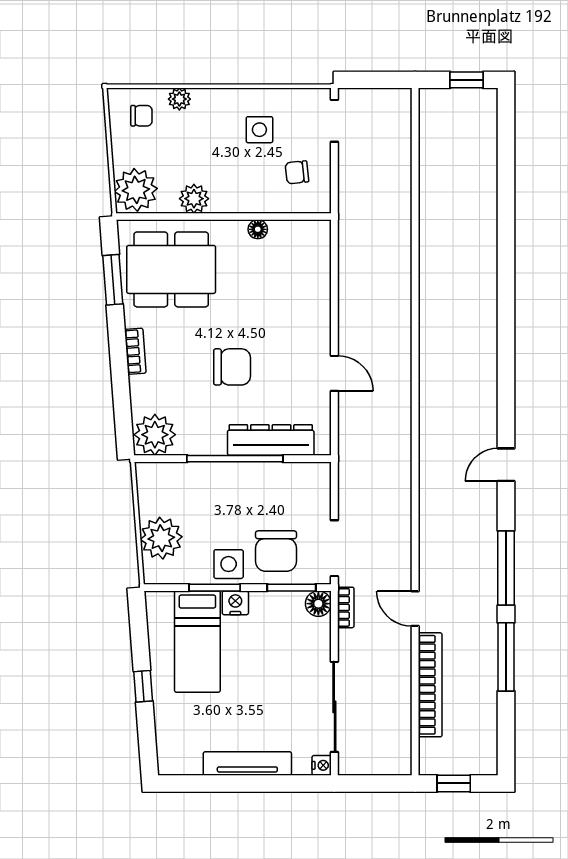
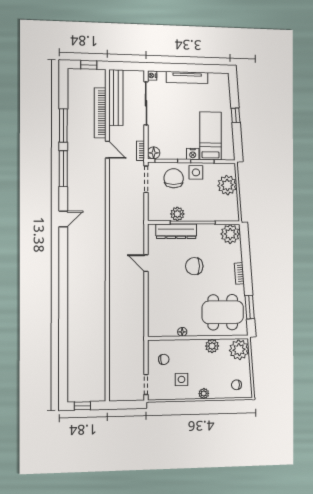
plant: (179, 99) -> (204, 394), moved
plant: (268, 477) -> (177, 214), added
bench: (397, 717) -> (116, 98), added

